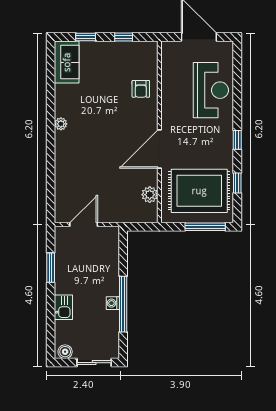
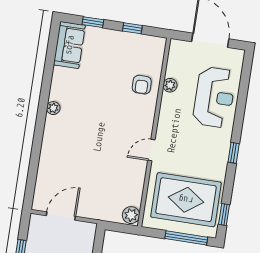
plant: (167, 85) -> (170, 85), added
door: (159, 149) -> (151, 150), width x0.53
window: (237, 183) -> (224, 215), moved
plant: (150, 195) -> (131, 215), moved

